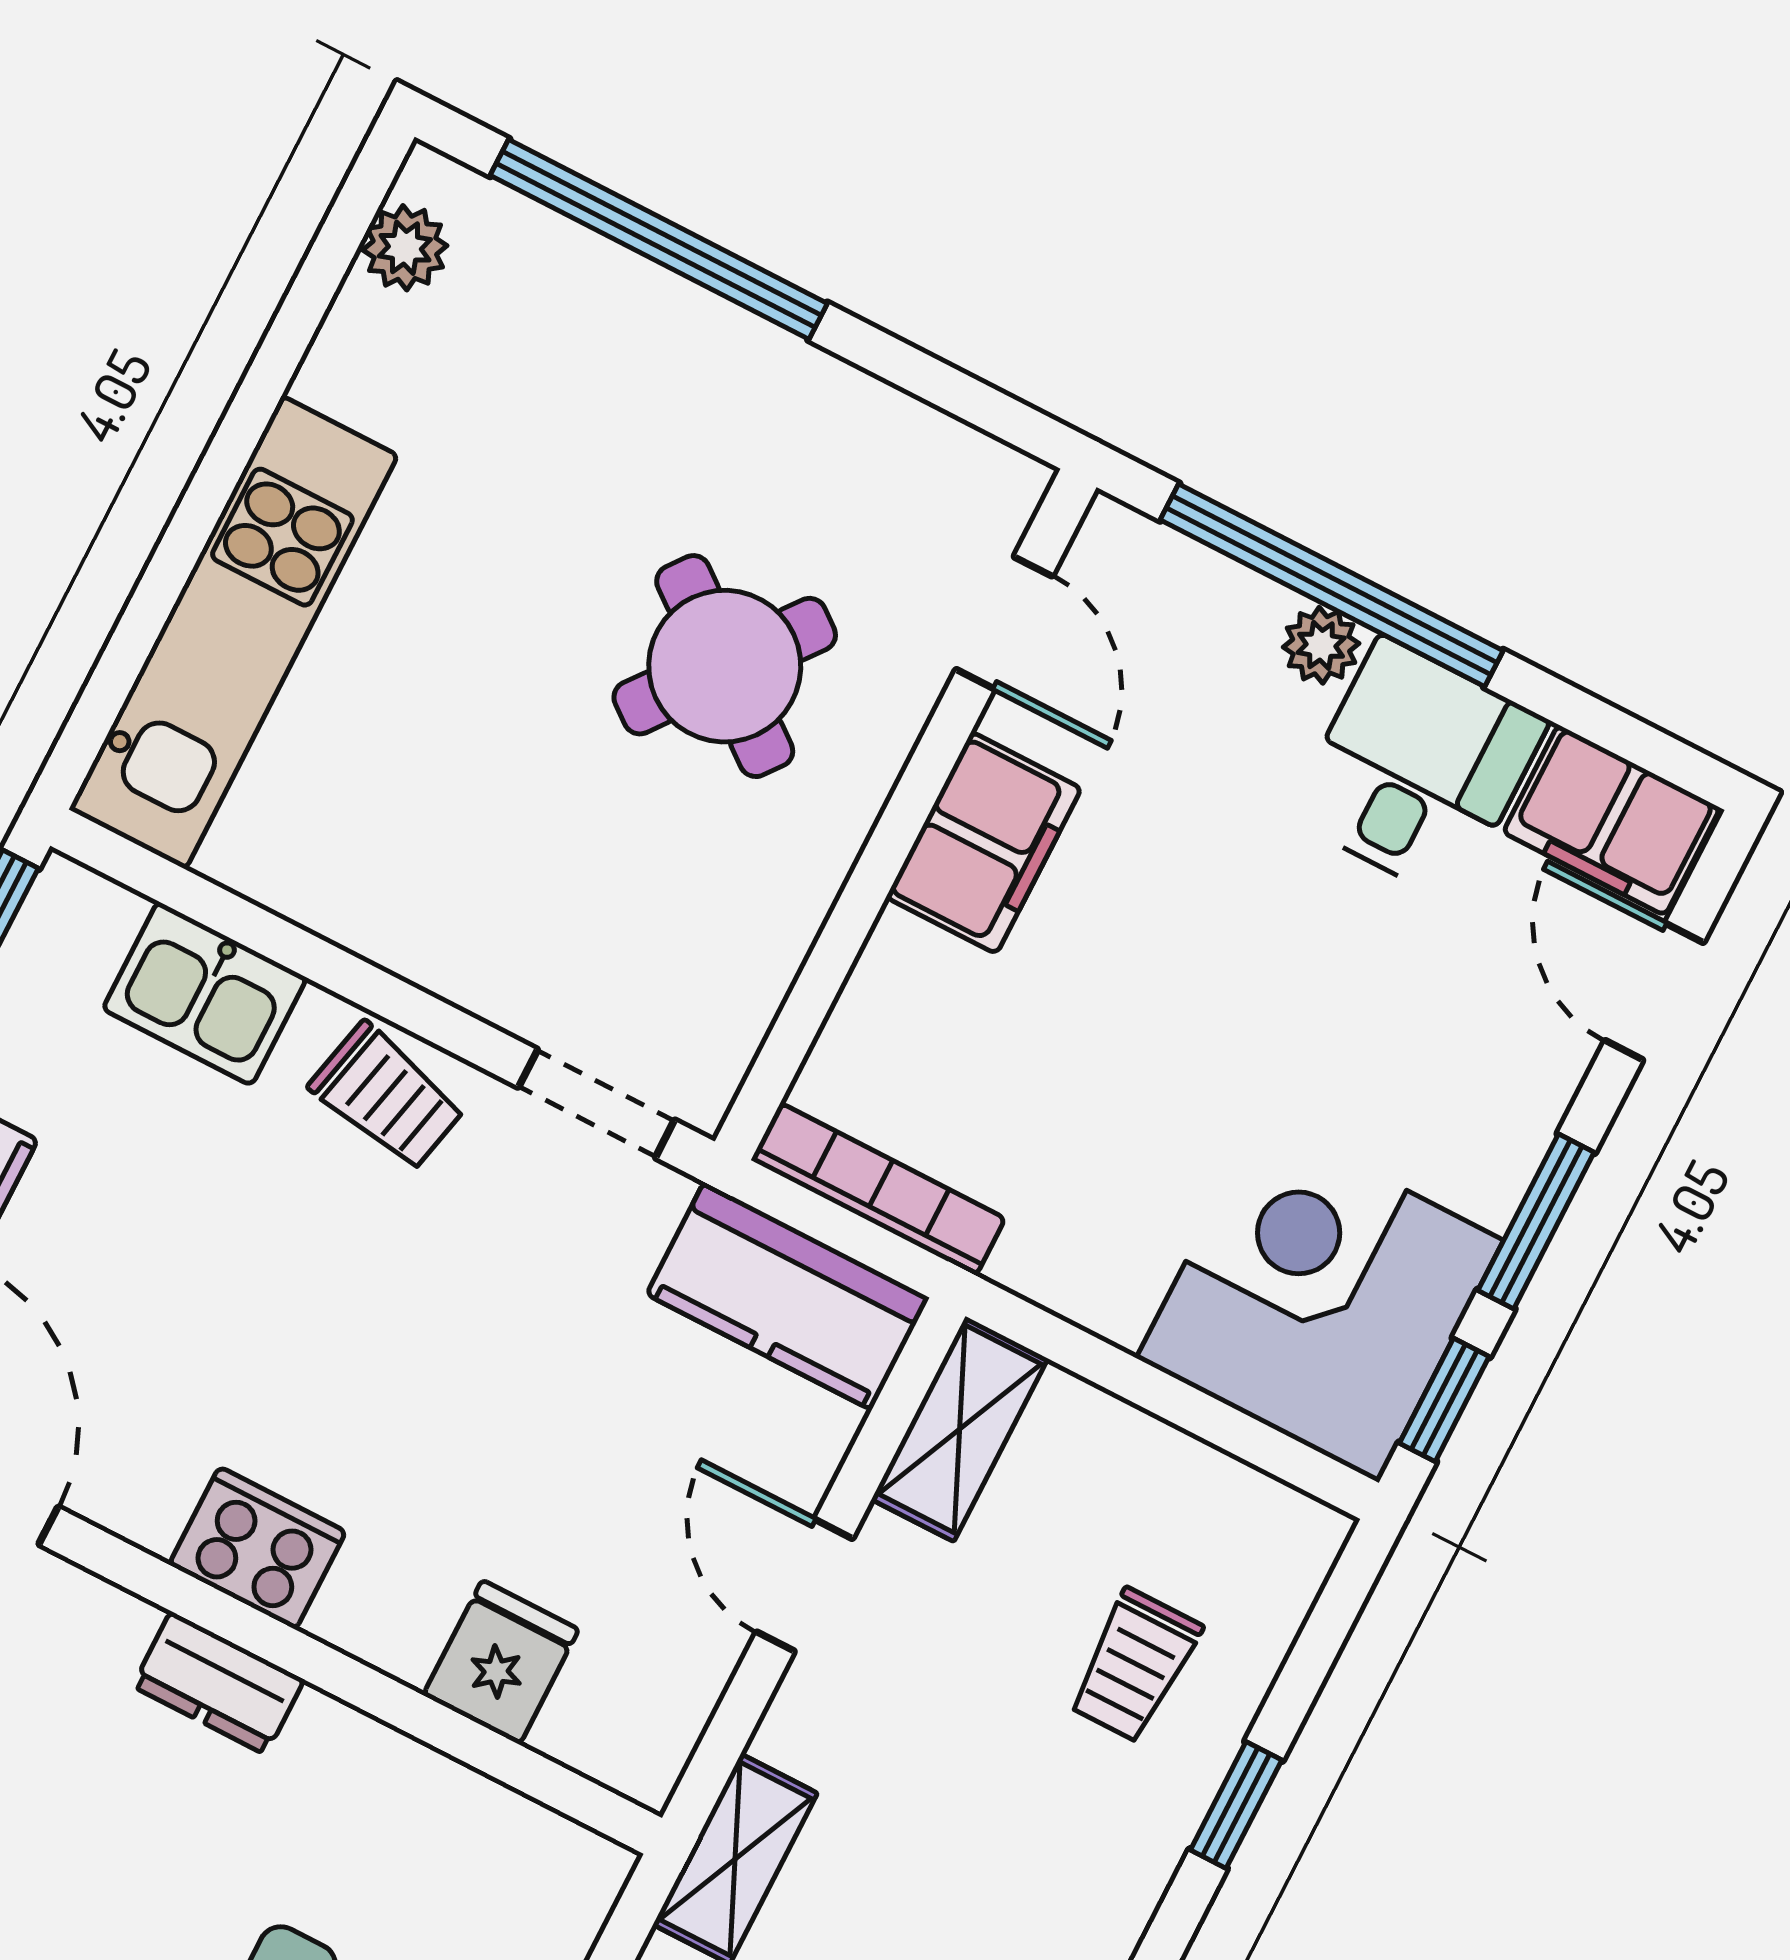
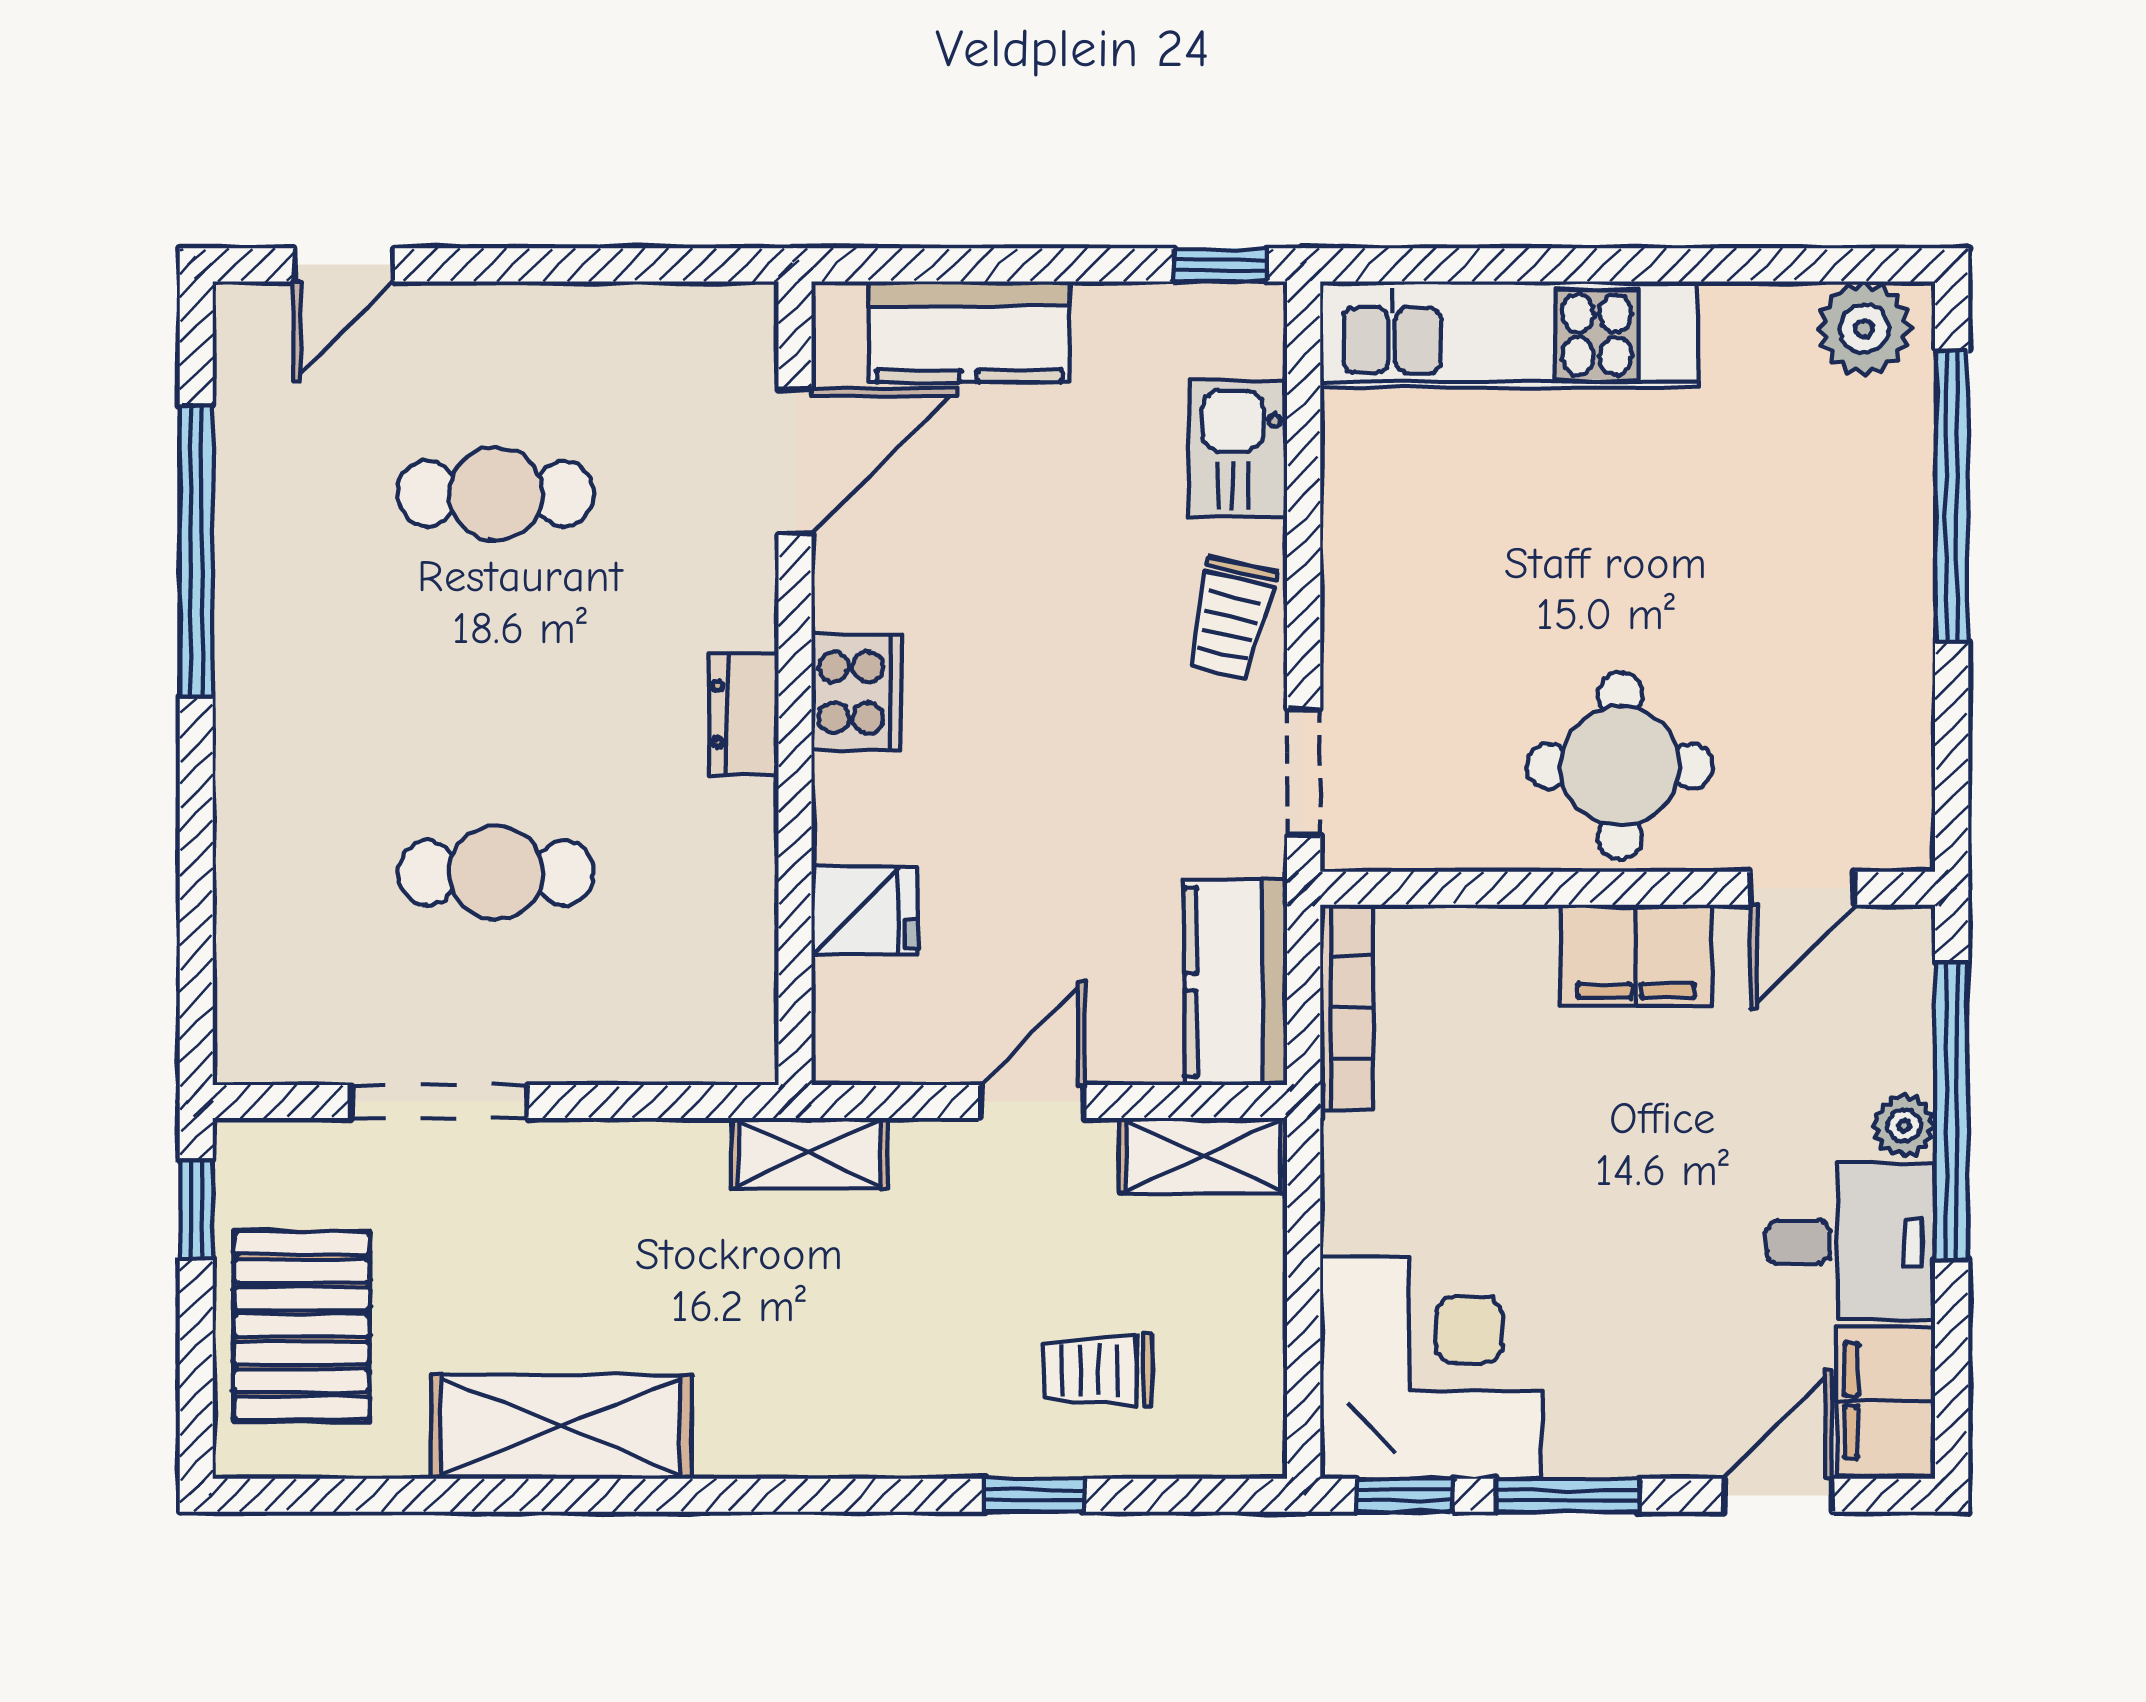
plant: (405, 248) -> (1864, 329), width x1.38, depth x1.38
round table: (725, 666) -> (1620, 766), moved, turned -38

